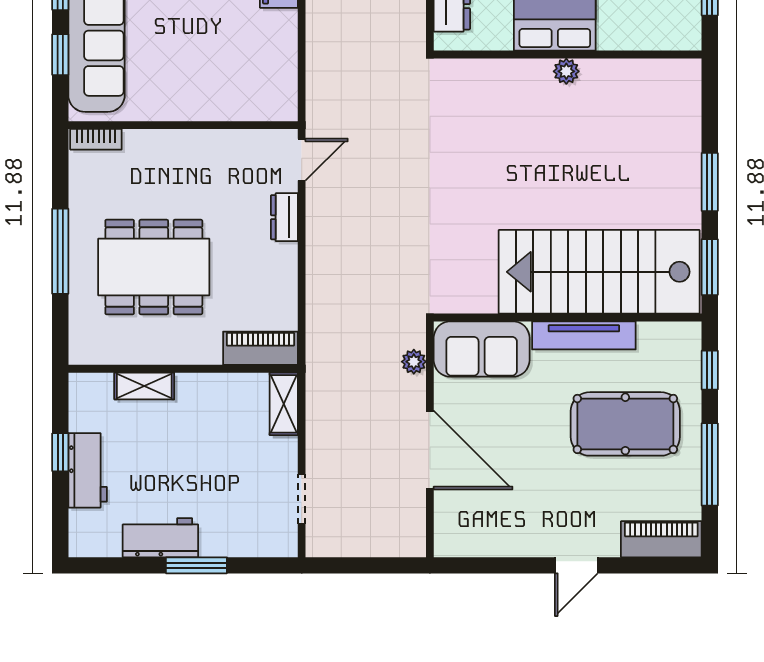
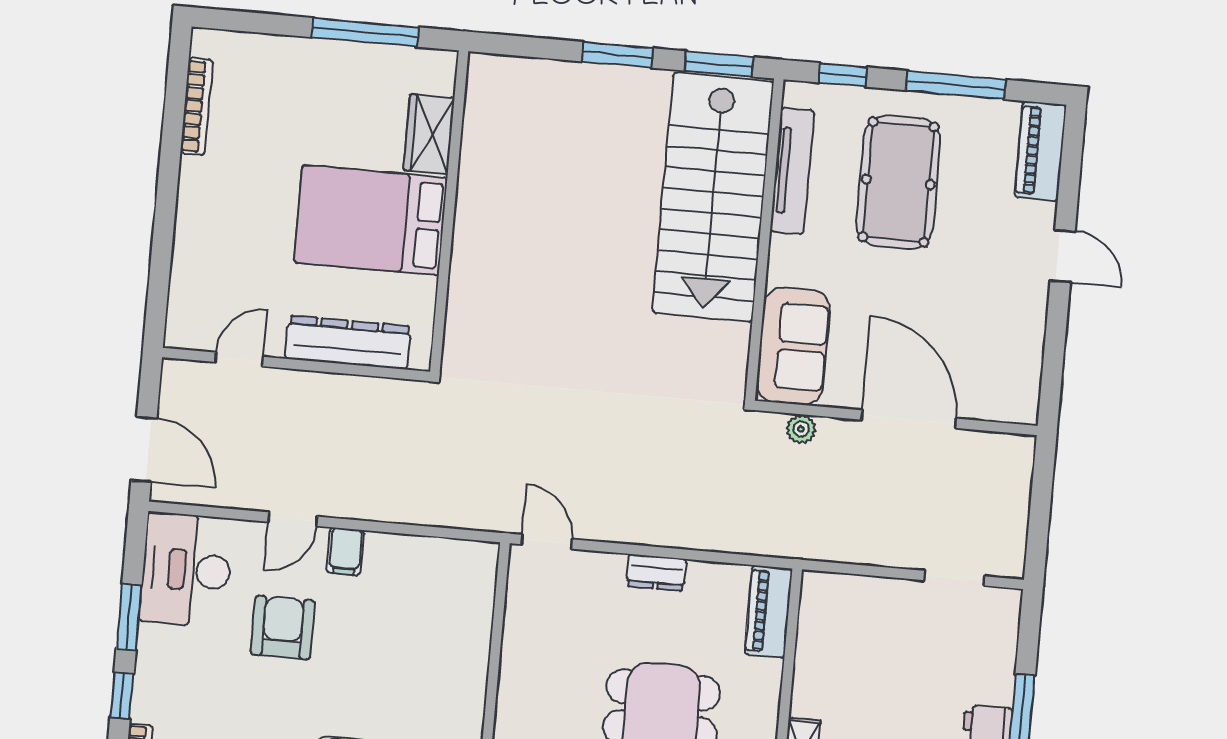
wardrobe: (630, 32) -> (429, 134), added
plant: (566, 71) -> (469, 215), removed
dresser: (284, 217) -> (656, 573), moved
tv unit: (584, 335) -> (792, 171), moved
shelving: (284, 404) -> (838, 589), removed
door: (430, 450) -> (909, 419), hinge flipped

